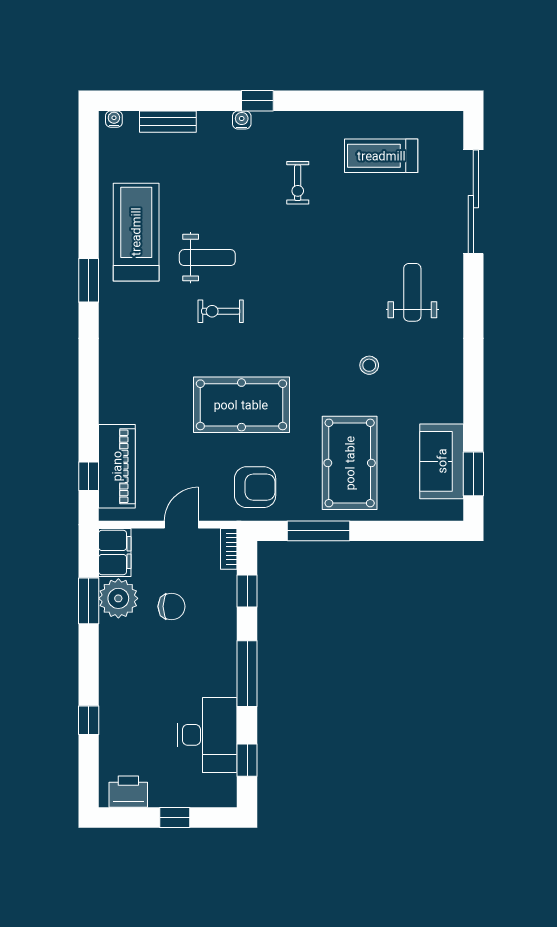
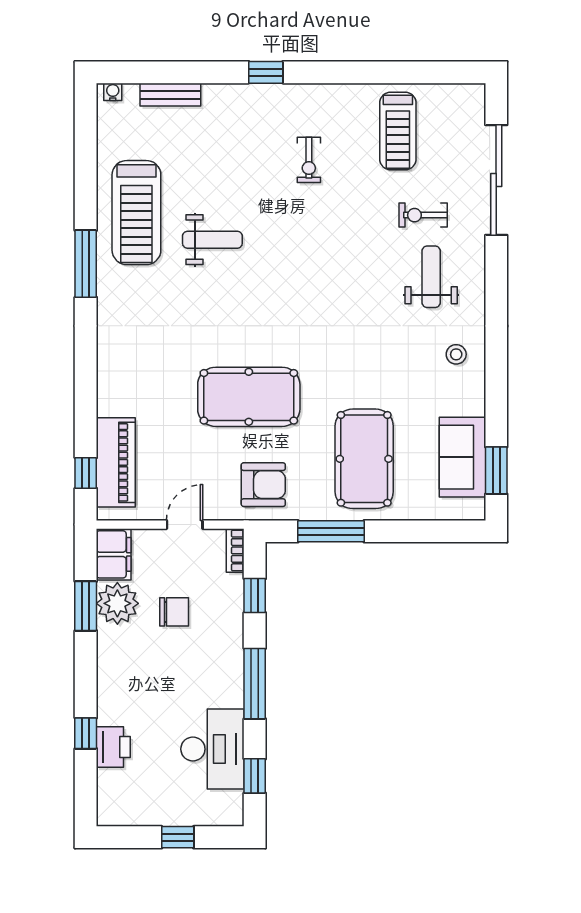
water cooler: (242, 120) -> (249, 93), removed
treadmill: (381, 156) -> (398, 131), turned -90
treadmill: (136, 232) -> (136, 213), turned 180
window: (89, 280) -> (86, 264), width x1.44
exercise bike: (221, 311) -> (423, 215), moved
stool: (369, 365) -> (456, 354), moved
printer: (128, 792) -> (113, 747), moved, turned 90

